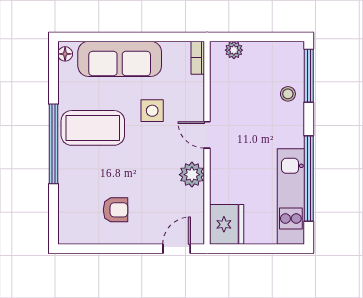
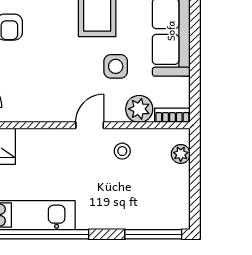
stool: (288, 94) -> (122, 151), moved
plant: (192, 175) -> (139, 109), moved

